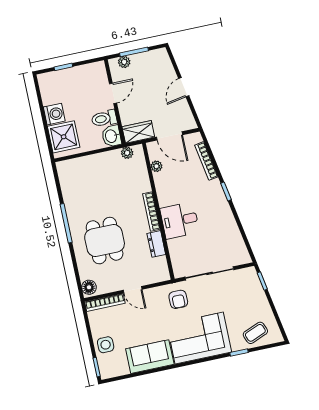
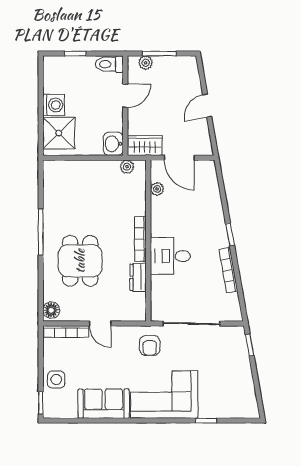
toilet: (104, 119) -> (109, 64), moved
bookcase: (206, 161) -> (228, 270), moved
coffee table: (255, 333) -> (229, 402), removed

